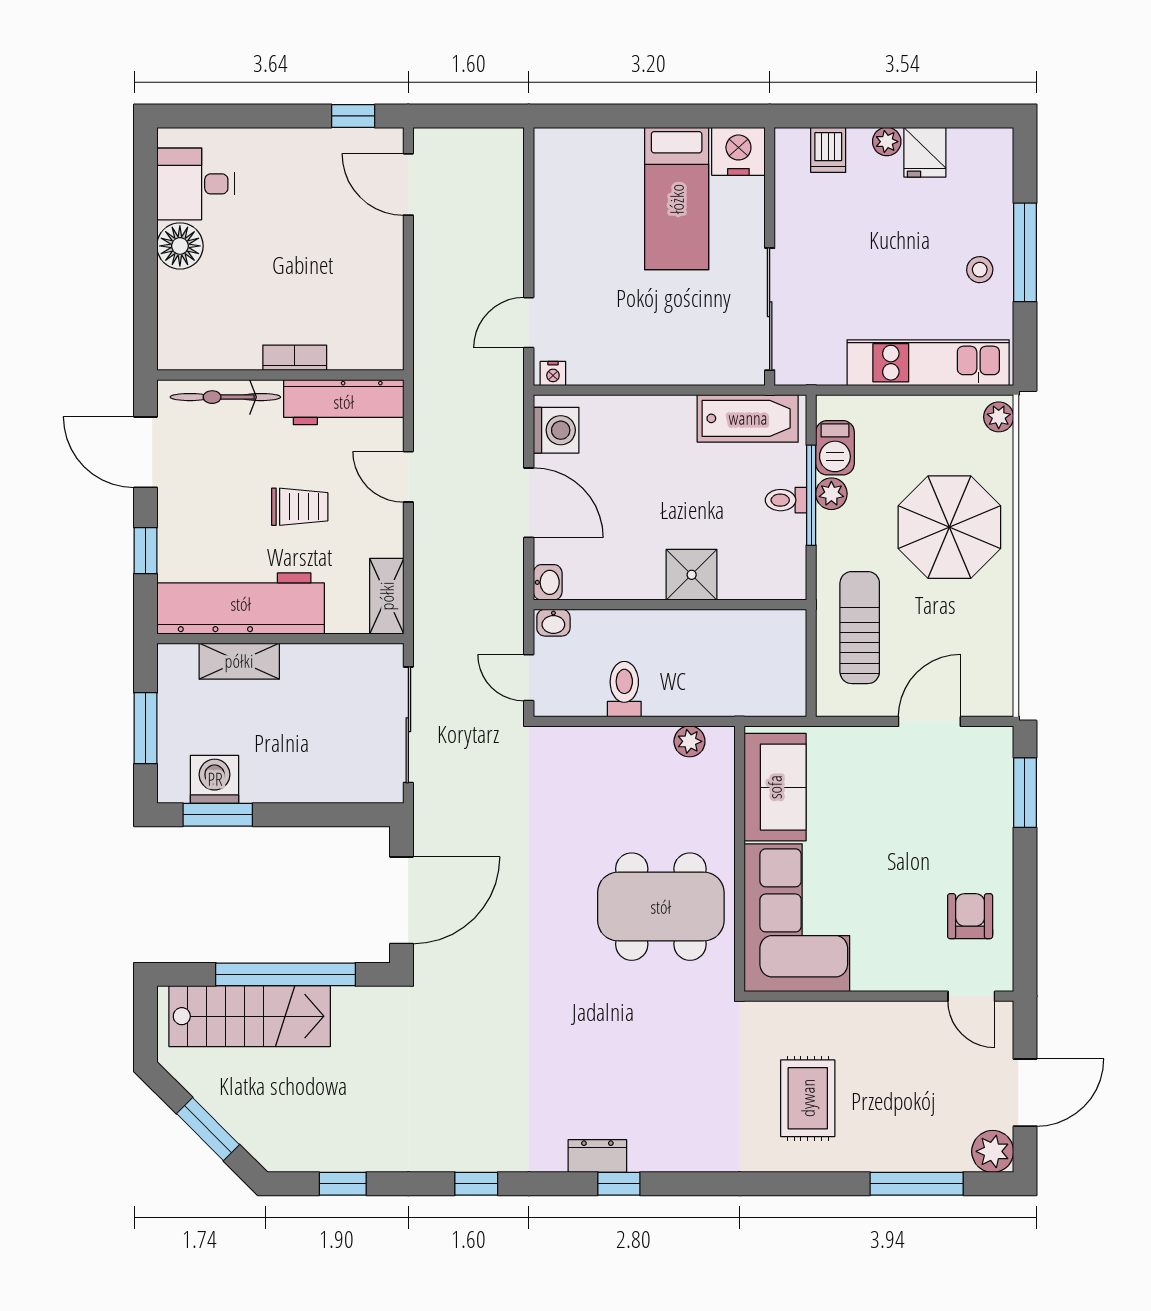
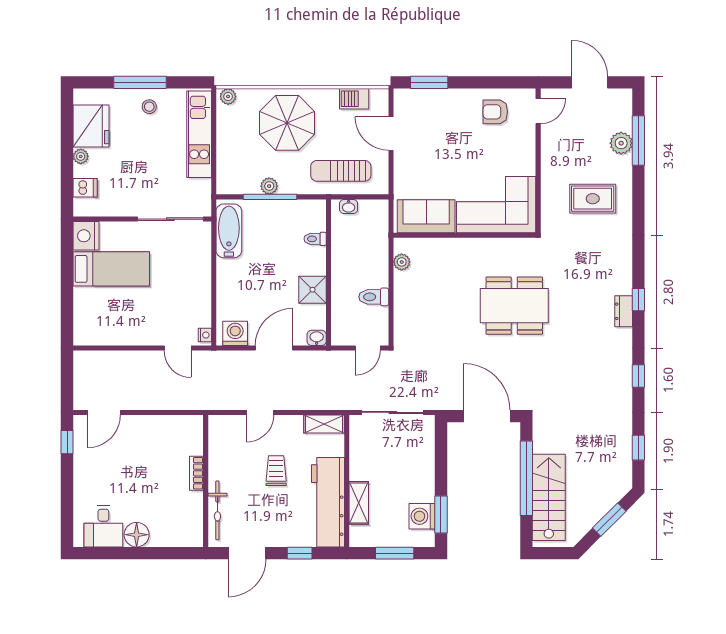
fridge: (925, 152) -> (91, 126), width x1.88, depth x1.34
workbench: (344, 402) -> (220, 447), removed
barbecue: (835, 448) -> (354, 99), moved, turned 180
toilet: (786, 500) -> (315, 239), moved, turned 90
shower: (692, 575) -> (313, 290), moved
washbasin: (553, 623) -> (349, 206), moved, turned 90
dining table: (661, 907) -> (514, 306), moved, turned 90
plant: (993, 1151) -> (621, 143), moved

